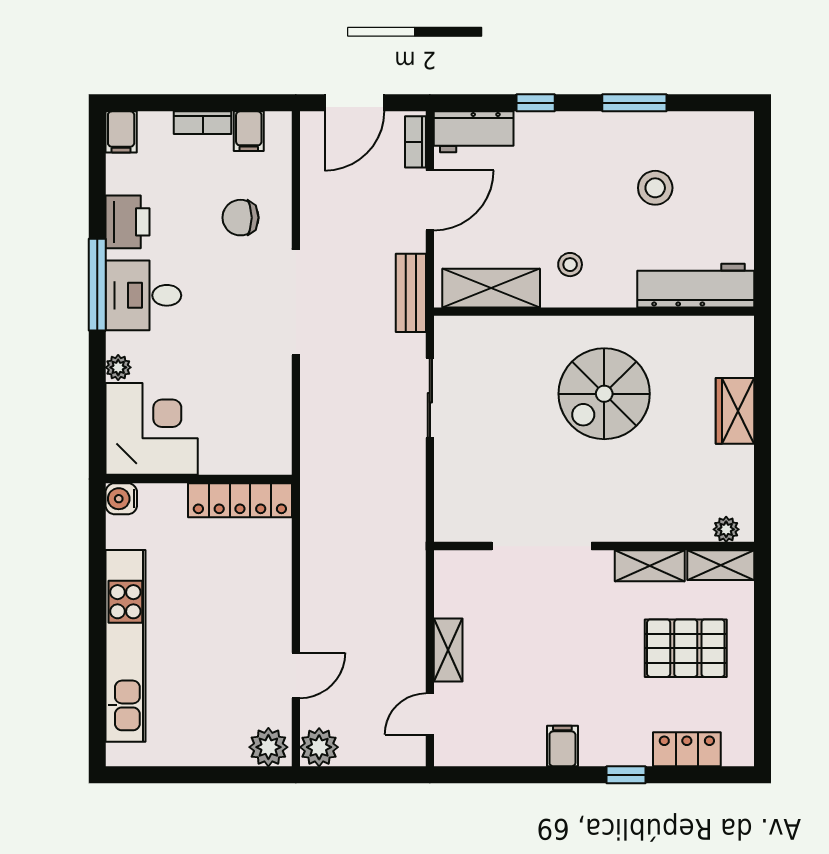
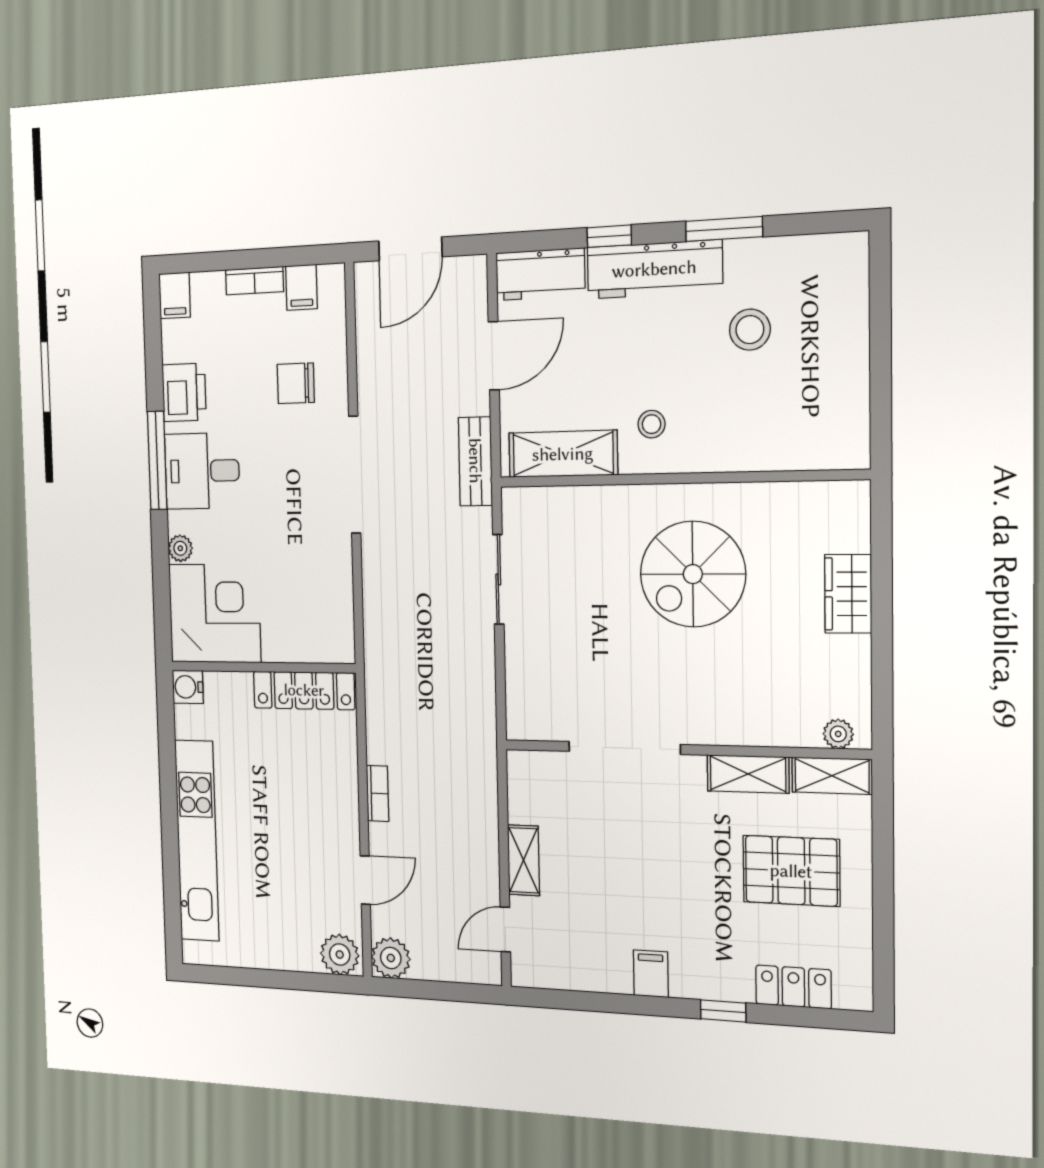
bookcase: (416, 142) -> (378, 793), moved, turned 180
workbench: (696, 286) -> (654, 269), moved, turned 180

